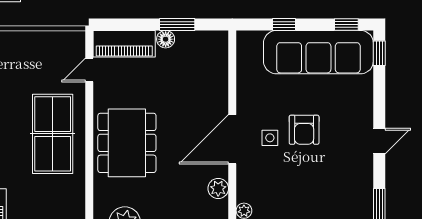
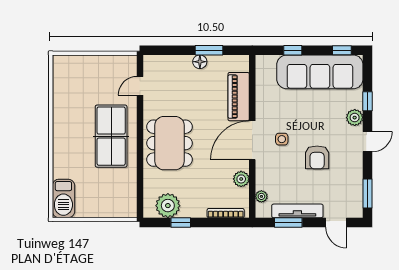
piano: (124, 44) -> (239, 97), moved, turned 90
window: (379, 53) -> (368, 101), moved
plant: (363, 110) -> (355, 118), added
armchair: (304, 130) -> (317, 157), moved

